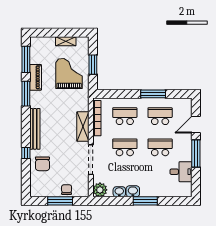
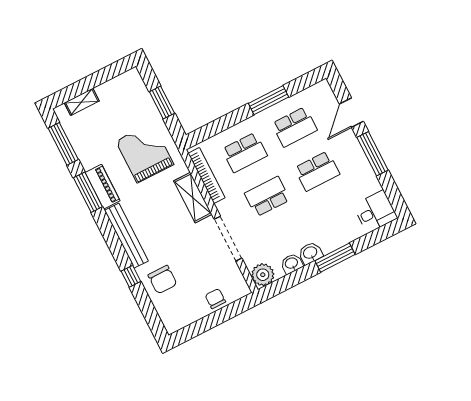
shelving: (66, 41) -> (82, 102), moved
grand piano: (69, 73) -> (145, 153), moved
piano: (36, 77) -> (103, 187), moved
school desk: (125, 116) -> (245, 152), turned 180
school desk: (160, 116) -> (294, 127), turned 180
school desk: (160, 147) -> (317, 171), turned 180
desk: (181, 172) -> (375, 212), moved
window: (60, 201) -> (214, 319), removed

